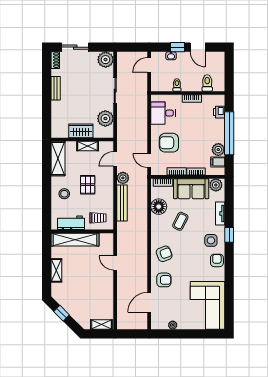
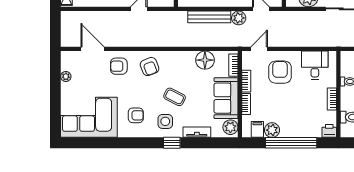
printer: (219, 112) -> (329, 131), moved
coffee table: (180, 221) -> (175, 97), moved
armchair: (217, 260) -> (136, 115), moved
armchair: (164, 280) -> (119, 66), turned 90

